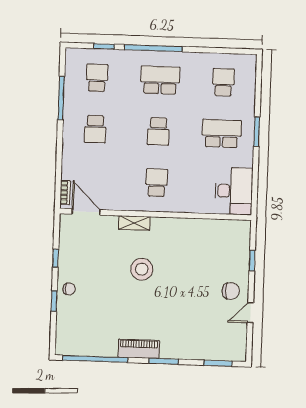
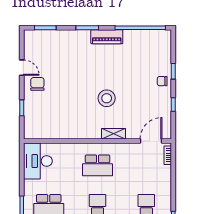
school desk: (157, 183) -> (98, 165), width x1.85
door: (86, 212) -> (151, 141), swing flipped
chair: (231, 291) -> (37, 84), turned 90
door: (250, 313) -> (22, 68), hinge flipped

